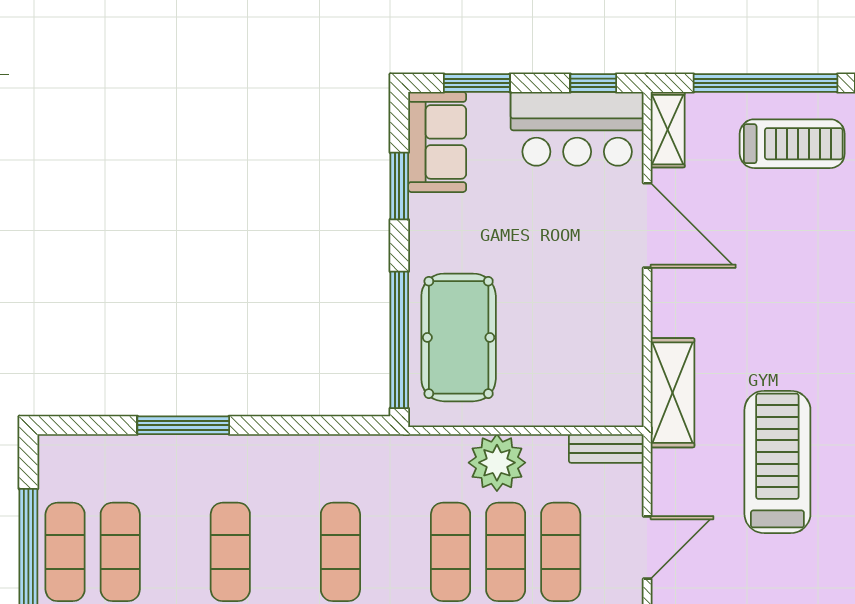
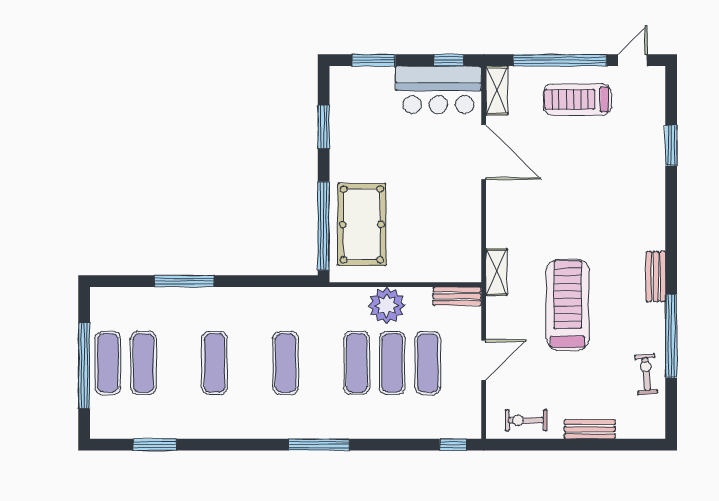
sofa: (437, 142) -> (348, 98), removed
treadmill: (792, 144) -> (577, 99), turned 180
shelving: (673, 393) -> (496, 272), width x0.67, depth x0.75

